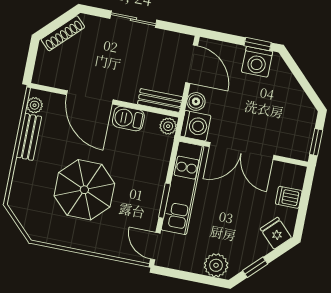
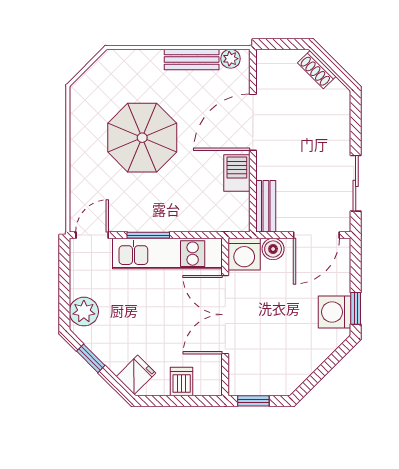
sliding door: (133, 19) -> (356, 183), moved
shoe rack: (63, 33) -> (317, 70), width x0.70
plant: (168, 126) -> (237, 222), removed

